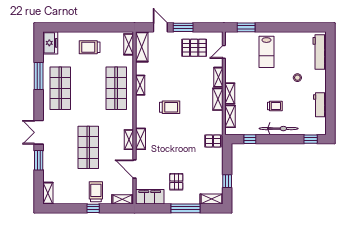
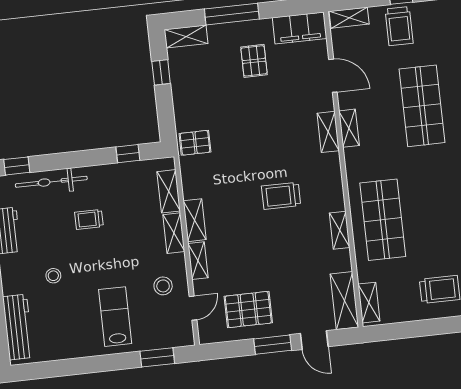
stool: (239, 66) -> (163, 286), added
bicycle: (279, 129) -> (51, 182), moved

